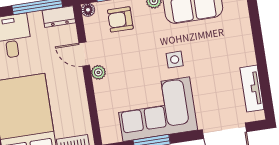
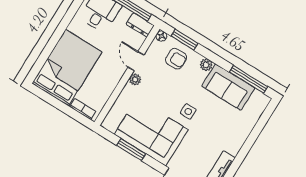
armchair: (120, 19) -> (176, 59), turned 180

